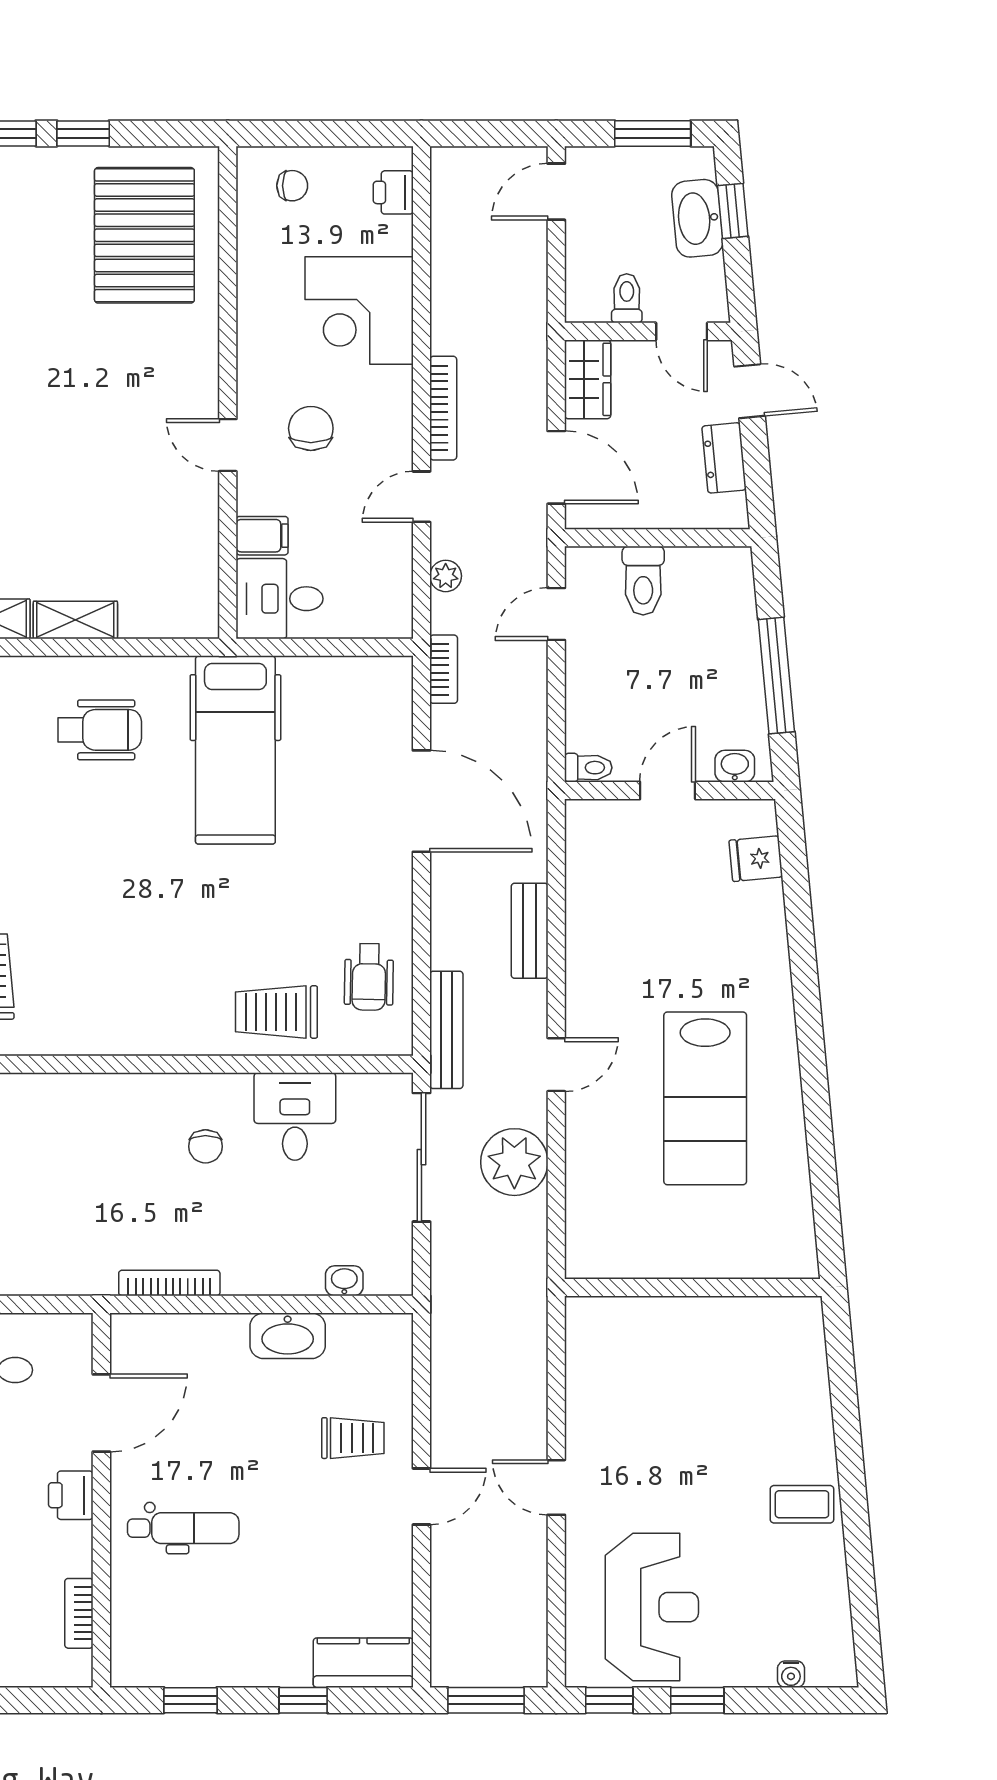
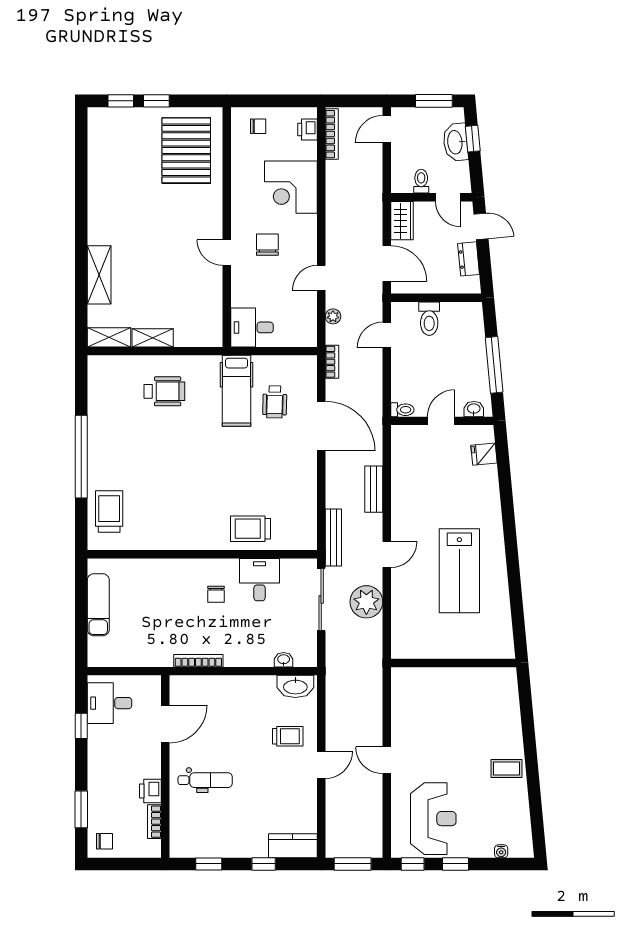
bookcase: (443, 408) -> (332, 134), moved
filing cabinet: (262, 536) -> (244, 297), removed
hospital bed: (235, 750) -> (236, 391), width x0.73, depth x0.78
wheelchair: (369, 977) -> (275, 402), moved
washbasin: (288, 1336) -> (295, 686), moved
printer: (71, 1495) -> (150, 791), moved

